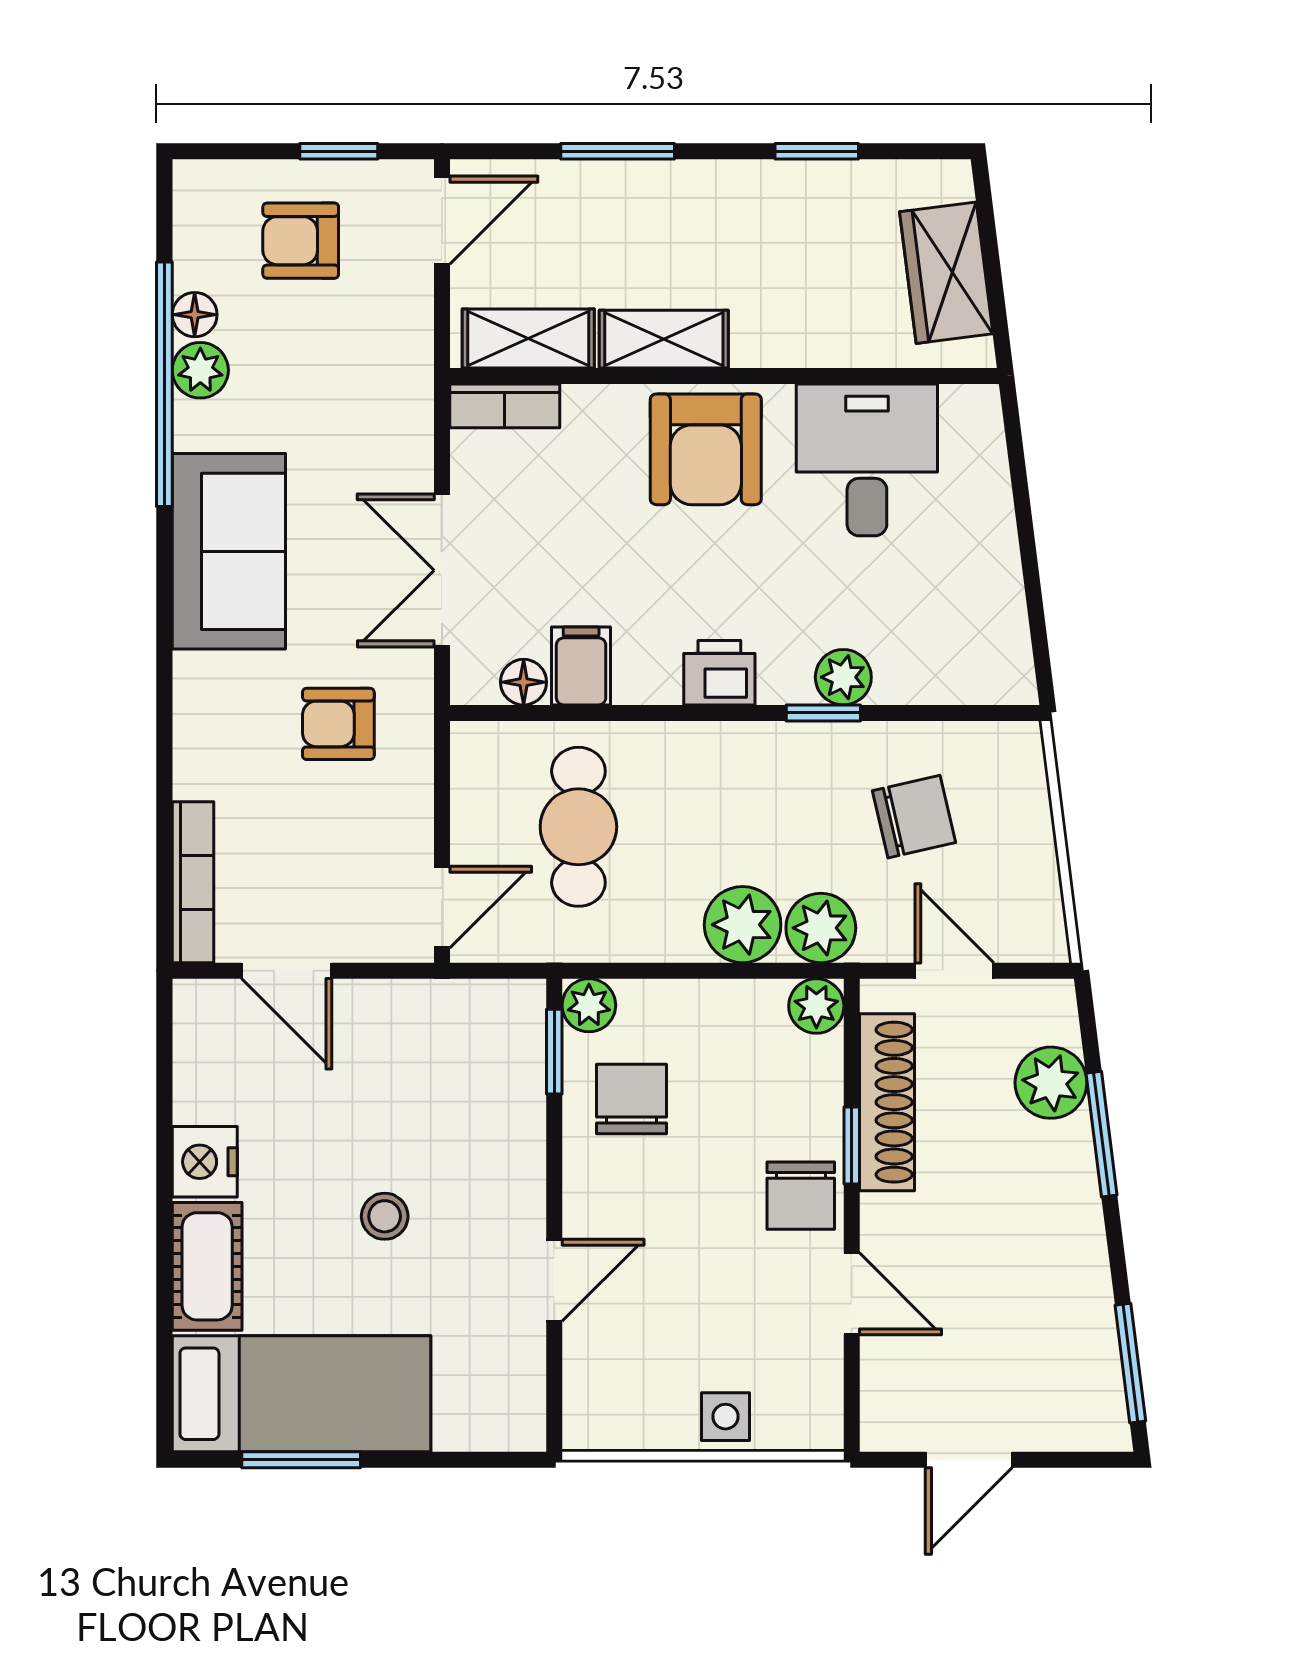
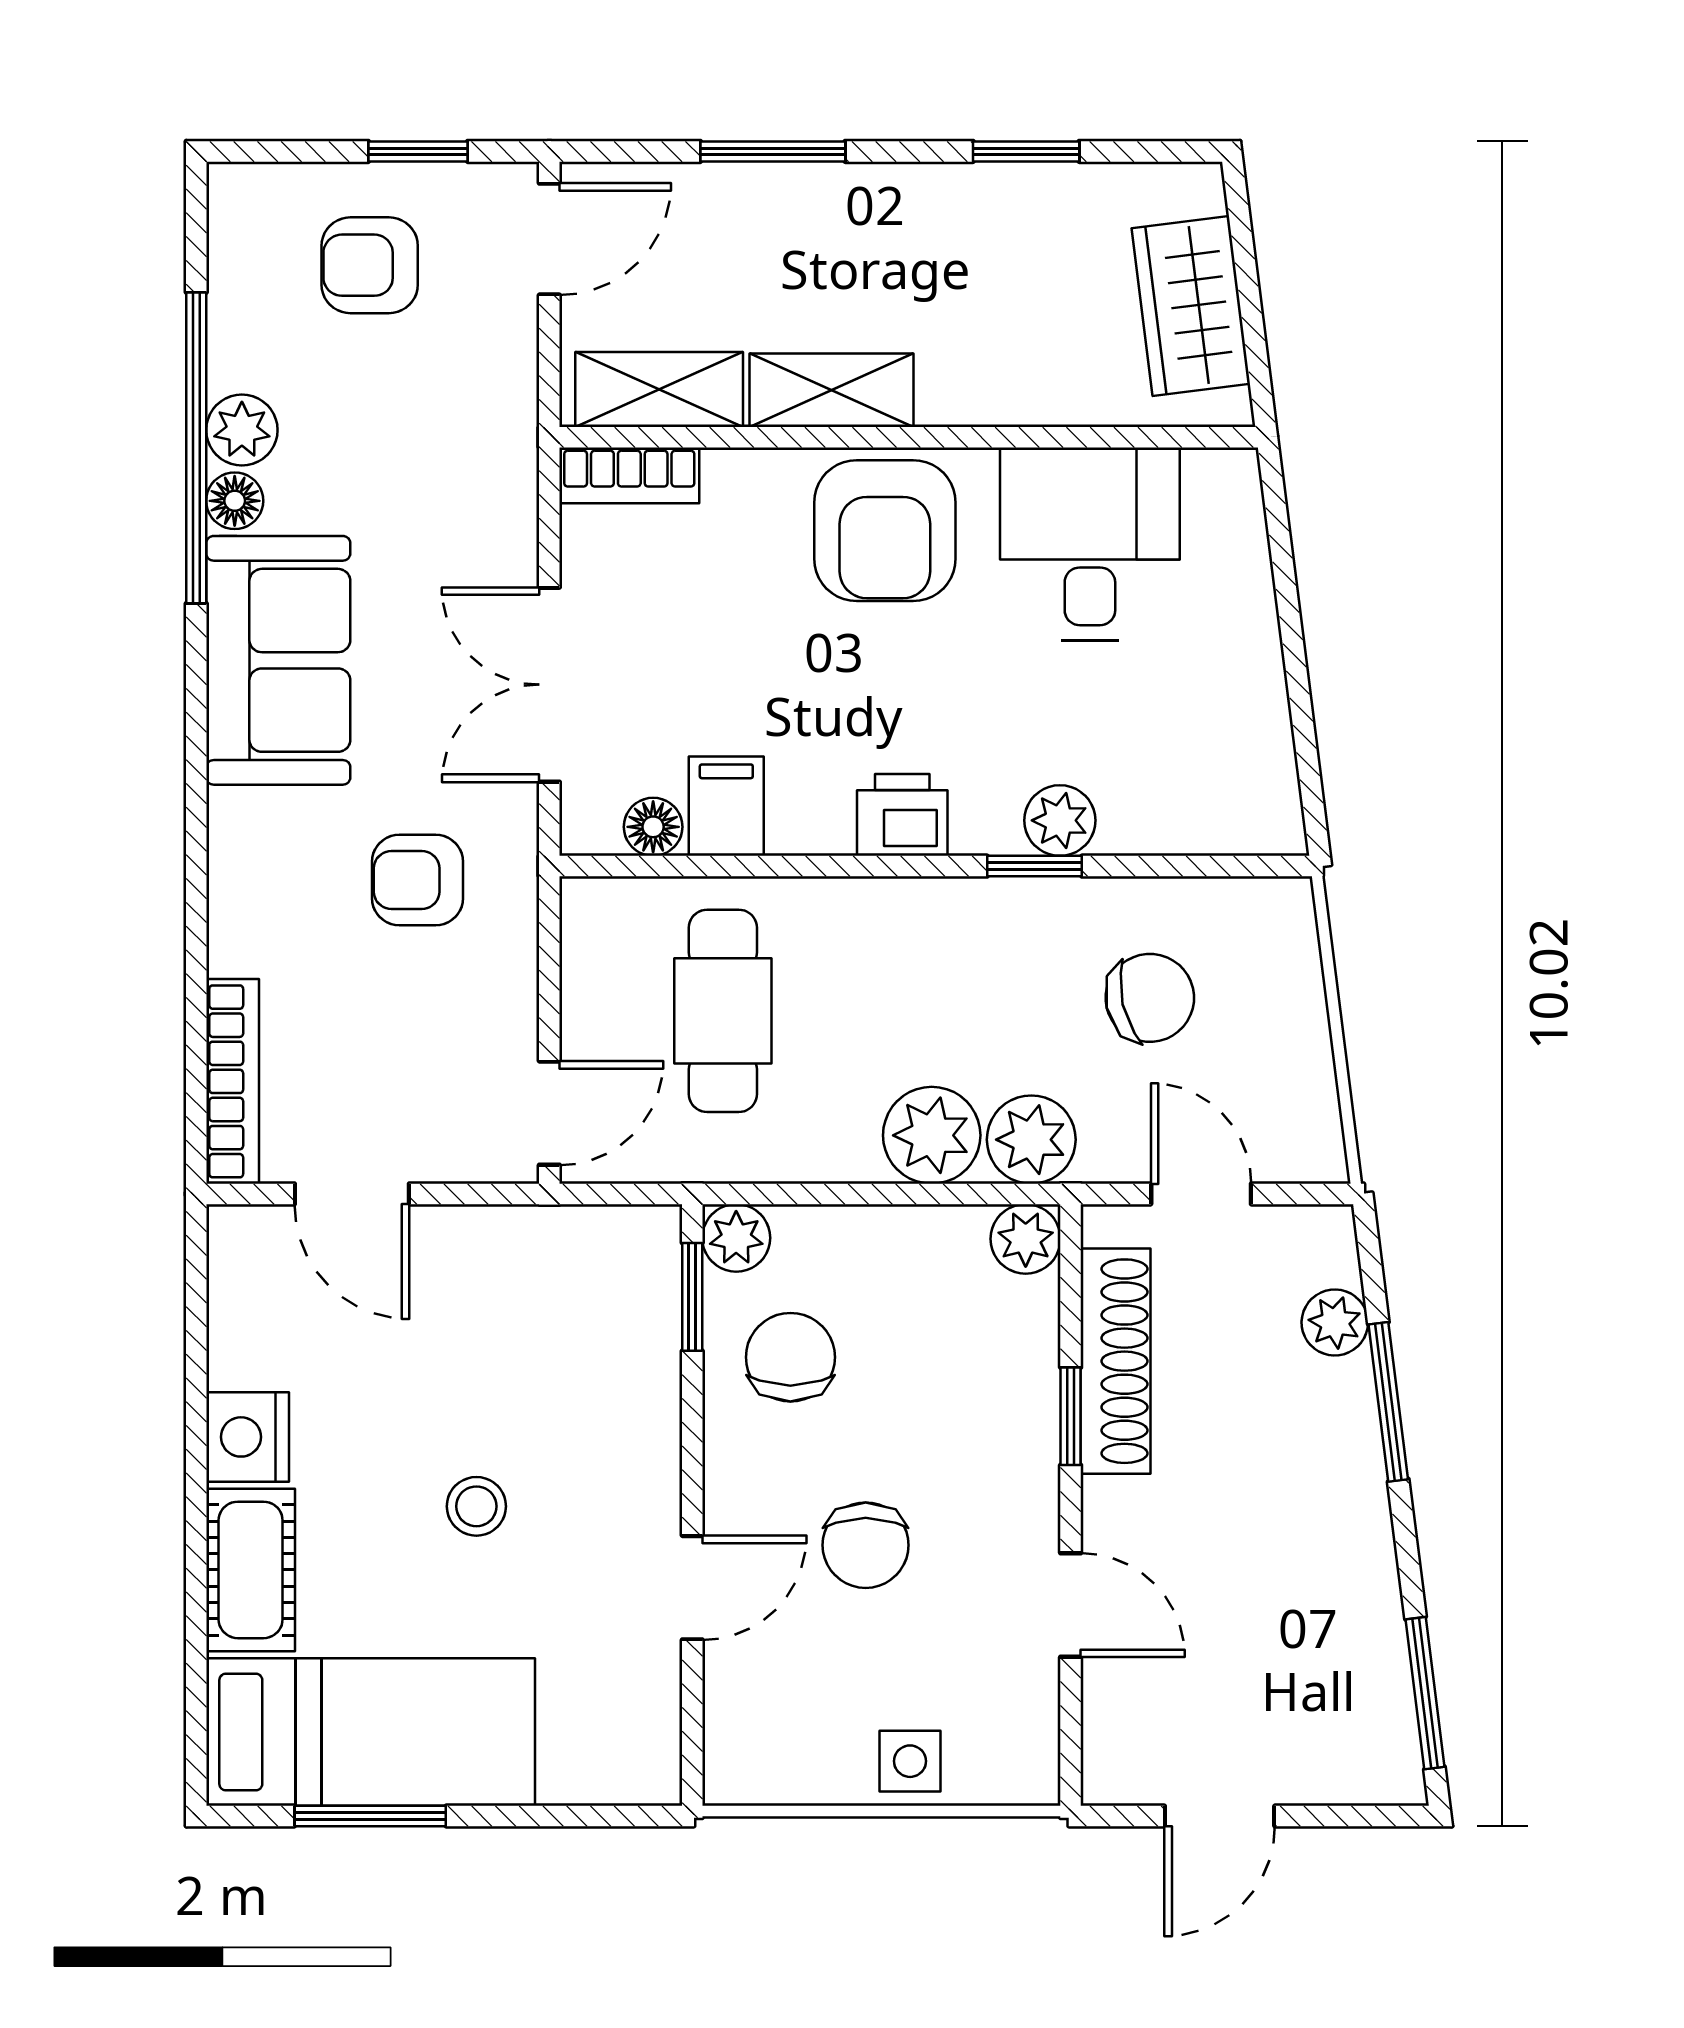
floor lamp: (195, 315) -> (235, 501), moved
plant: (1051, 1083) -> (1335, 1322), width x0.73, depth x0.73
chair: (801, 1196) -> (866, 1545), moved

